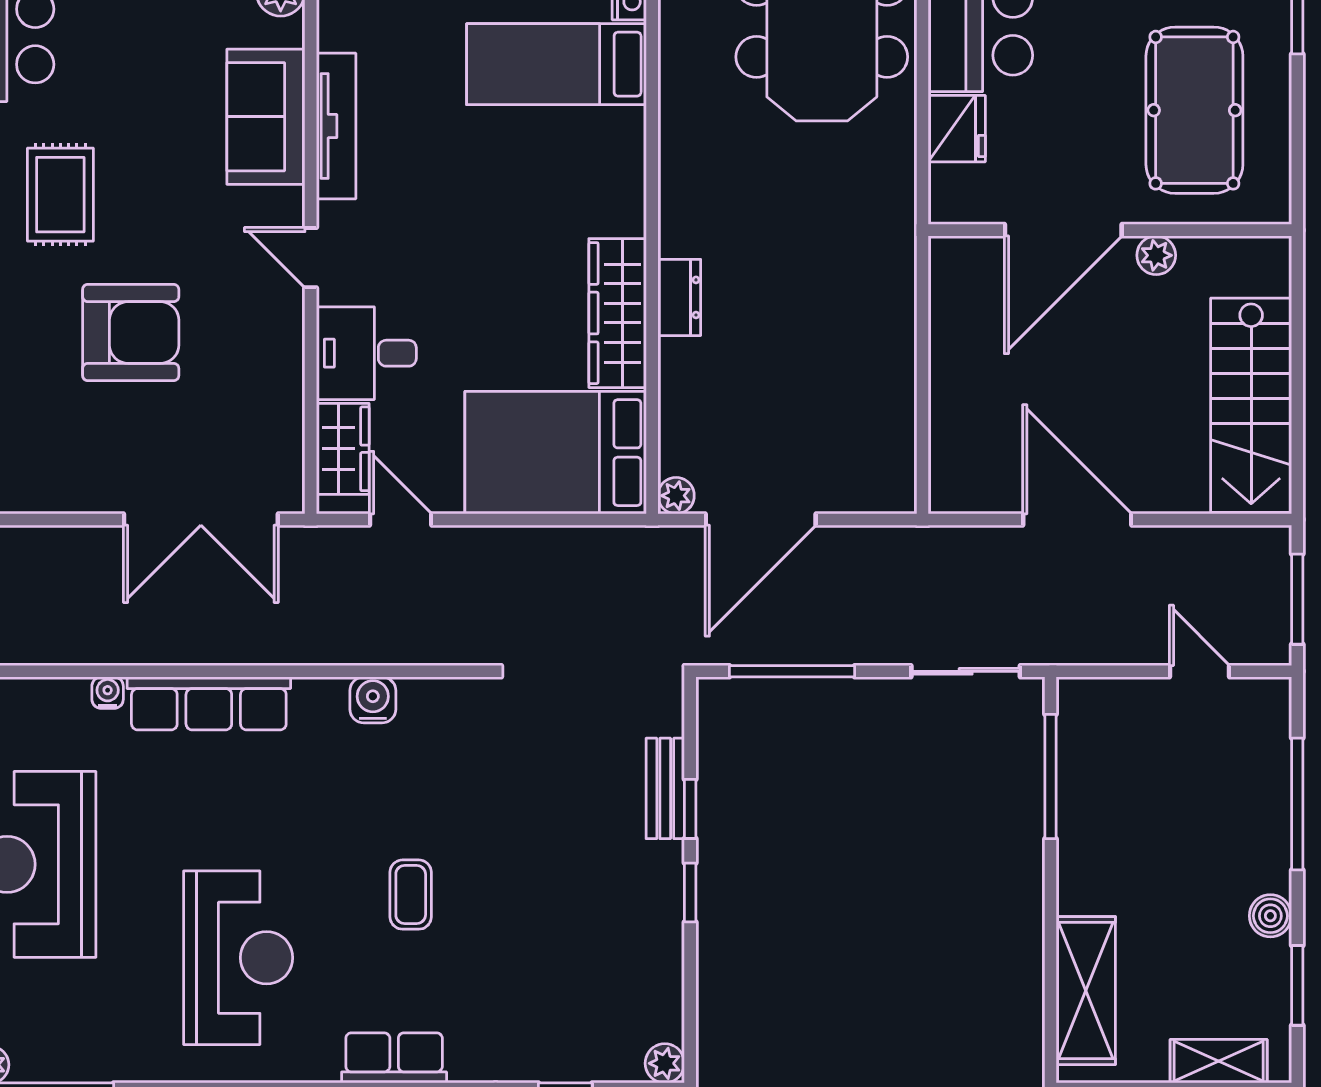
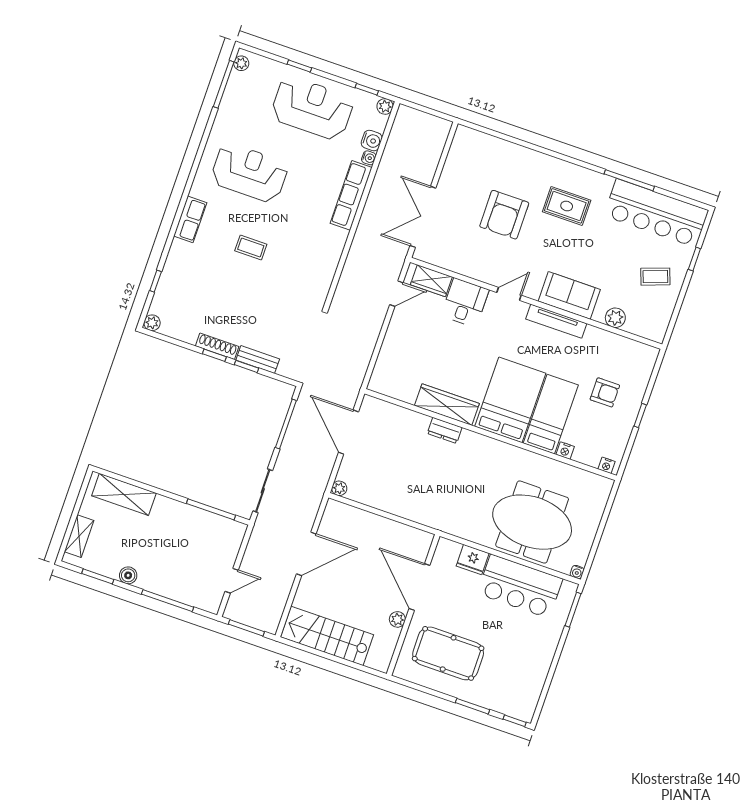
bed: (556, 453) -> (510, 400), moved
plant: (676, 496) -> (339, 488), moved
water cooler: (373, 700) -> (372, 141), moved
shoe rack: (667, 893) -> (217, 346), added
reception desk: (238, 958) -> (249, 173), turned 180

